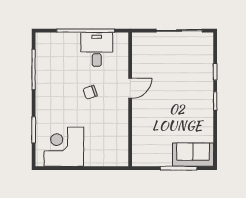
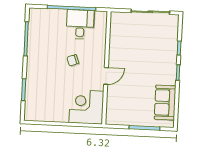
door: (130, 88) -> (106, 76), moved
corner desk: (64, 147) -> (86, 107), moved
sofa: (193, 155) -> (165, 103), moved, turned -90

